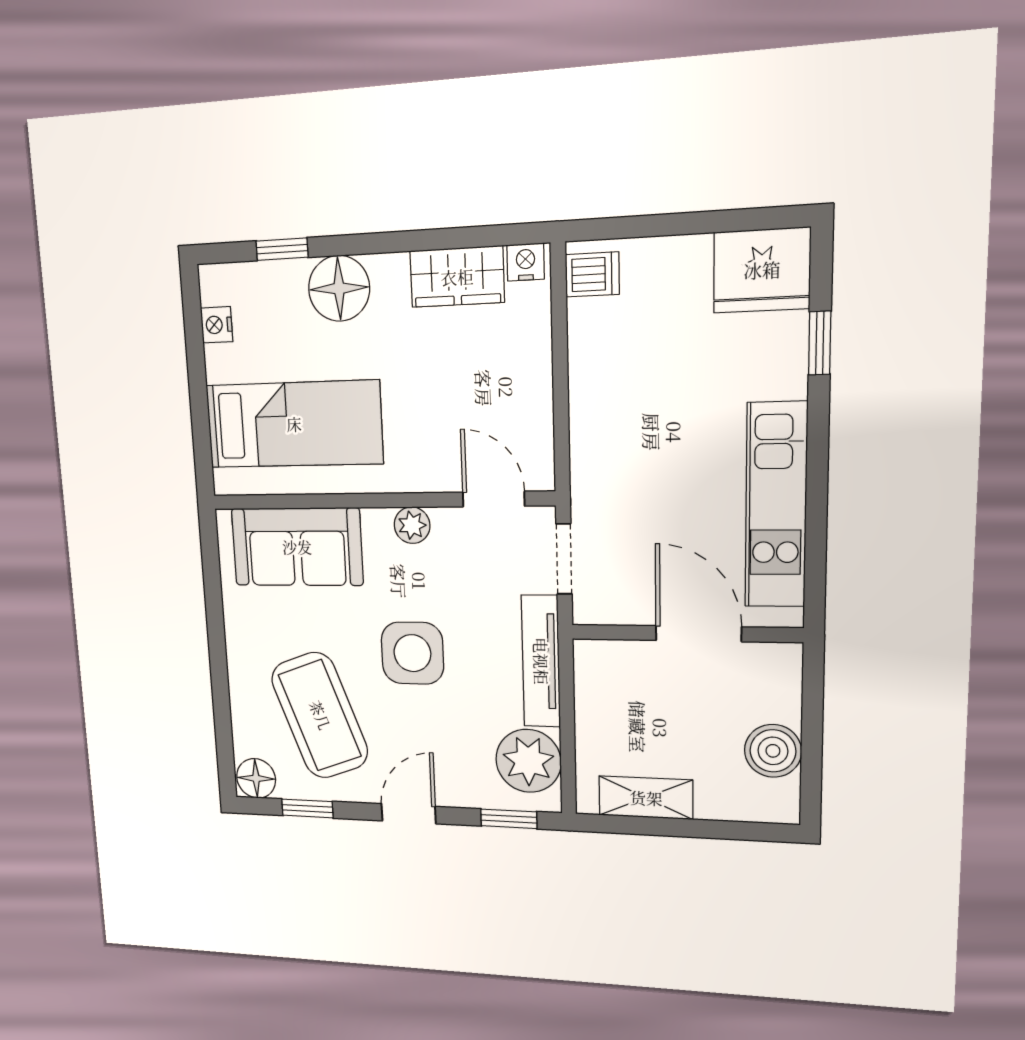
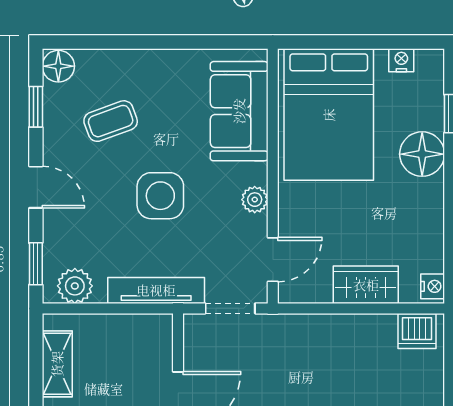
dishwasher: (592, 274) -> (417, 331), width x1.38
wardrobe: (457, 277) -> (366, 285), moved, turned 90
bed: (294, 424) -> (329, 115), width x1.50
coffee table: (320, 715) -> (111, 121), width x0.54, depth x0.58
plant: (528, 761) -> (75, 286), width x0.73, depth x0.73

